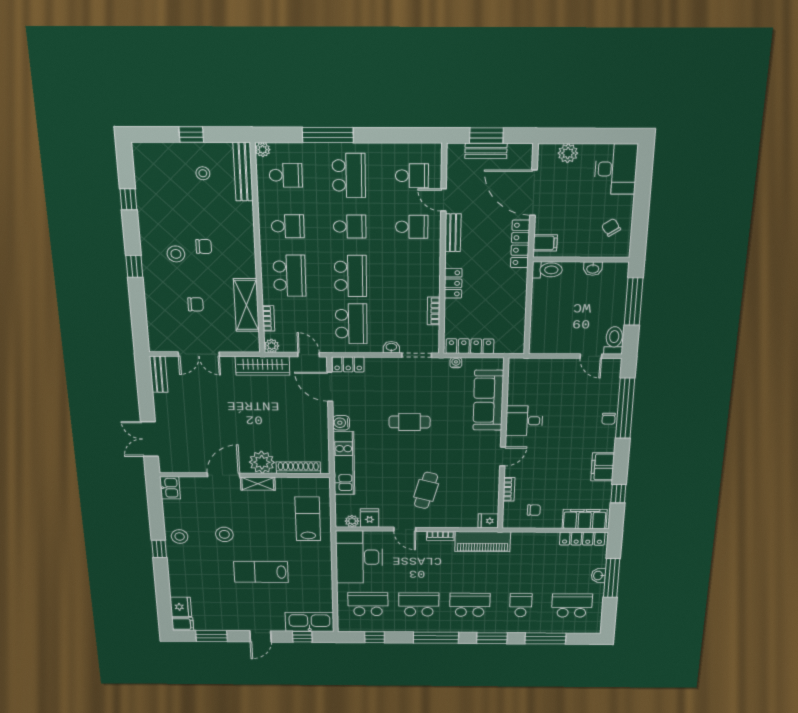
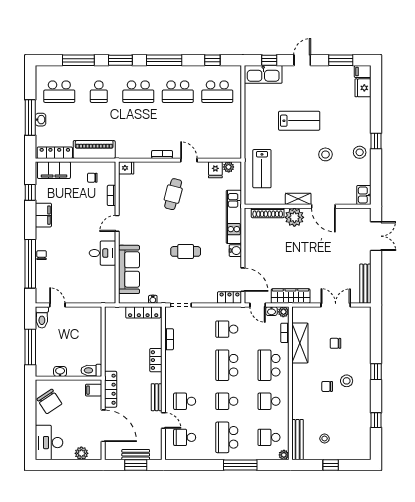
chair: (611, 227) -> (49, 401), width x1.87, depth x1.87
school desk: (351, 324) -> (227, 329), width x0.54
washbasin: (391, 347) -> (271, 311), moved
bench: (159, 374) -> (365, 284), width x1.36
door: (223, 475) -> (323, 206), hinge flipped
piano: (483, 542) -> (94, 149), moved
desk: (359, 557) -> (224, 135), removed

